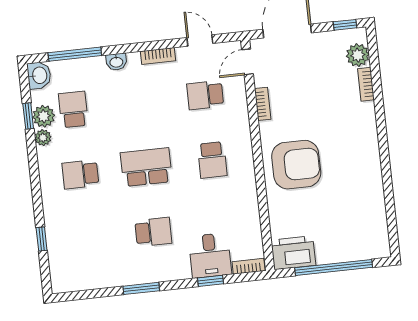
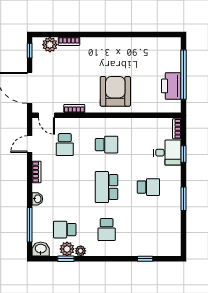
school desk: (153, 232) -> (148, 187), turned 90
printer: (293, 253) -> (171, 86), moved

